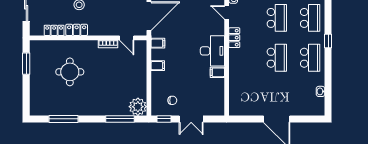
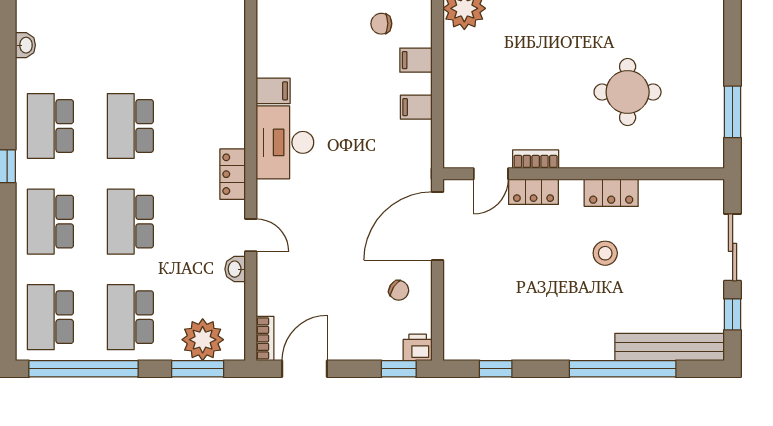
locker: (54, 30) -> (534, 192), moved
door: (127, 38) -> (491, 174), swing flipped
filing cabinet: (158, 43) -> (416, 60), moved

